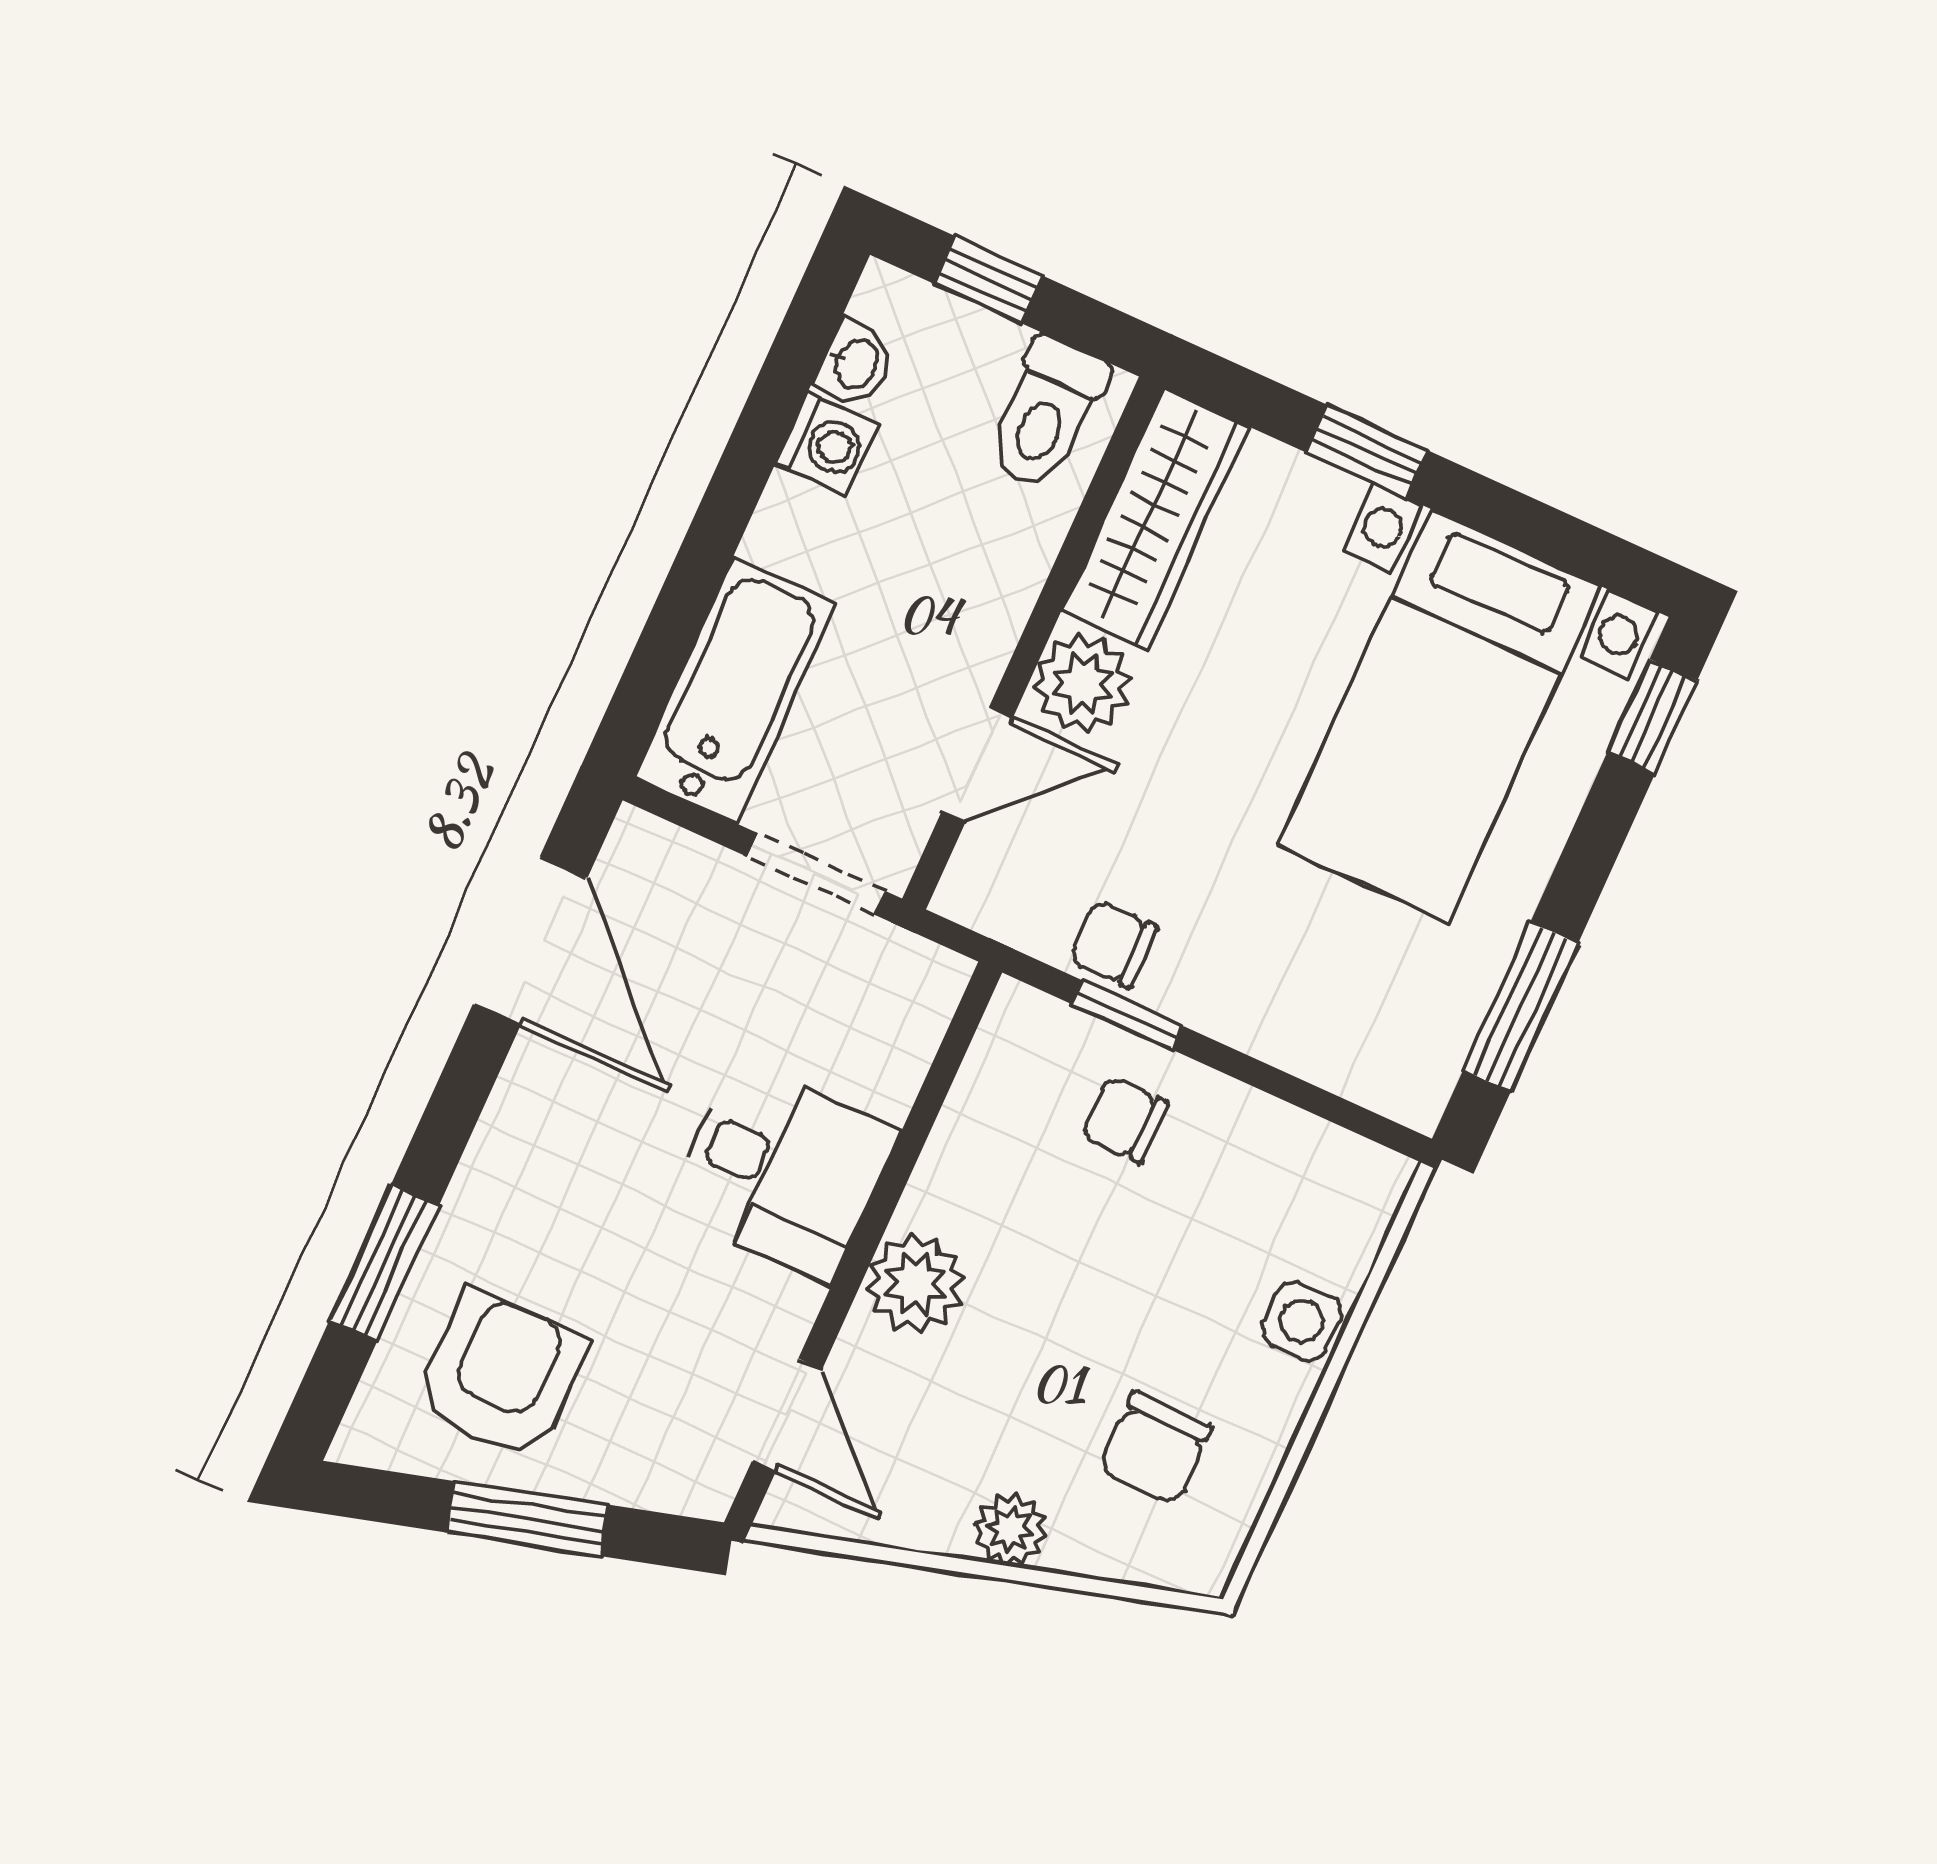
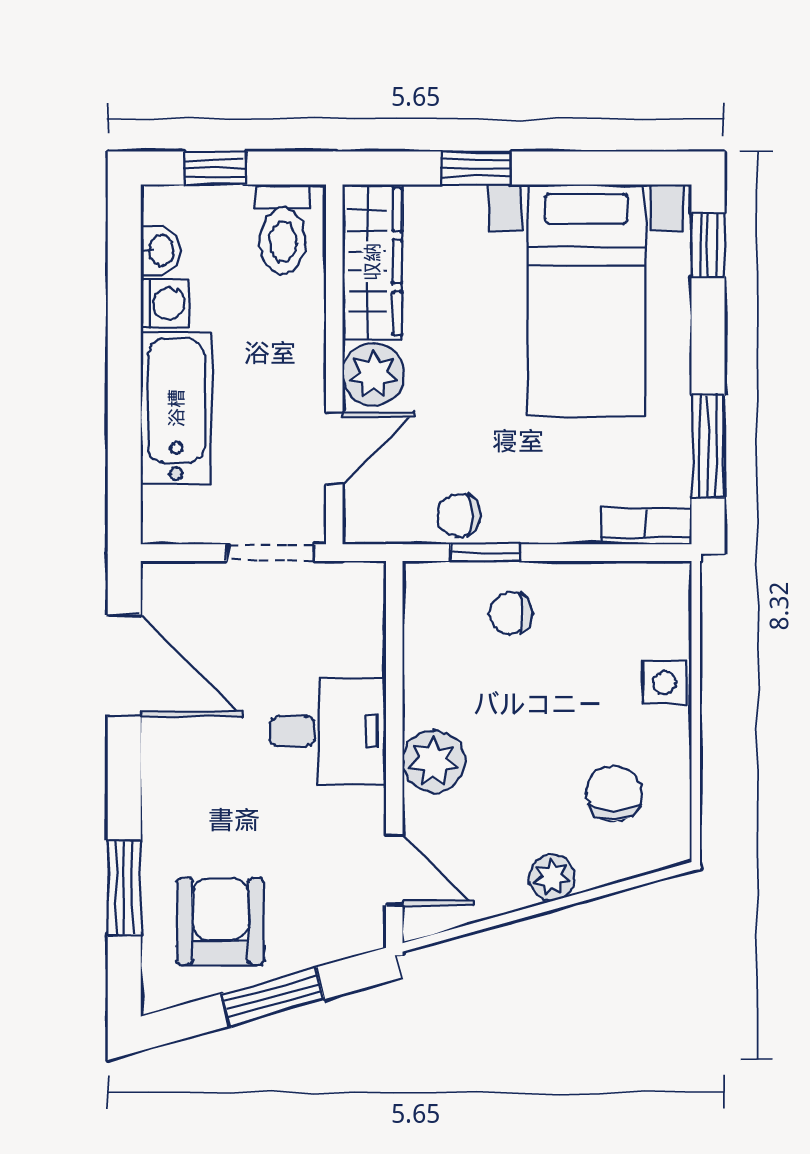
bathtub: (735, 690) -> (176, 408), moved
bookcase: (1378, 1083) -> (646, 527), added
chair: (1155, 1448) -> (614, 793), turned 180

